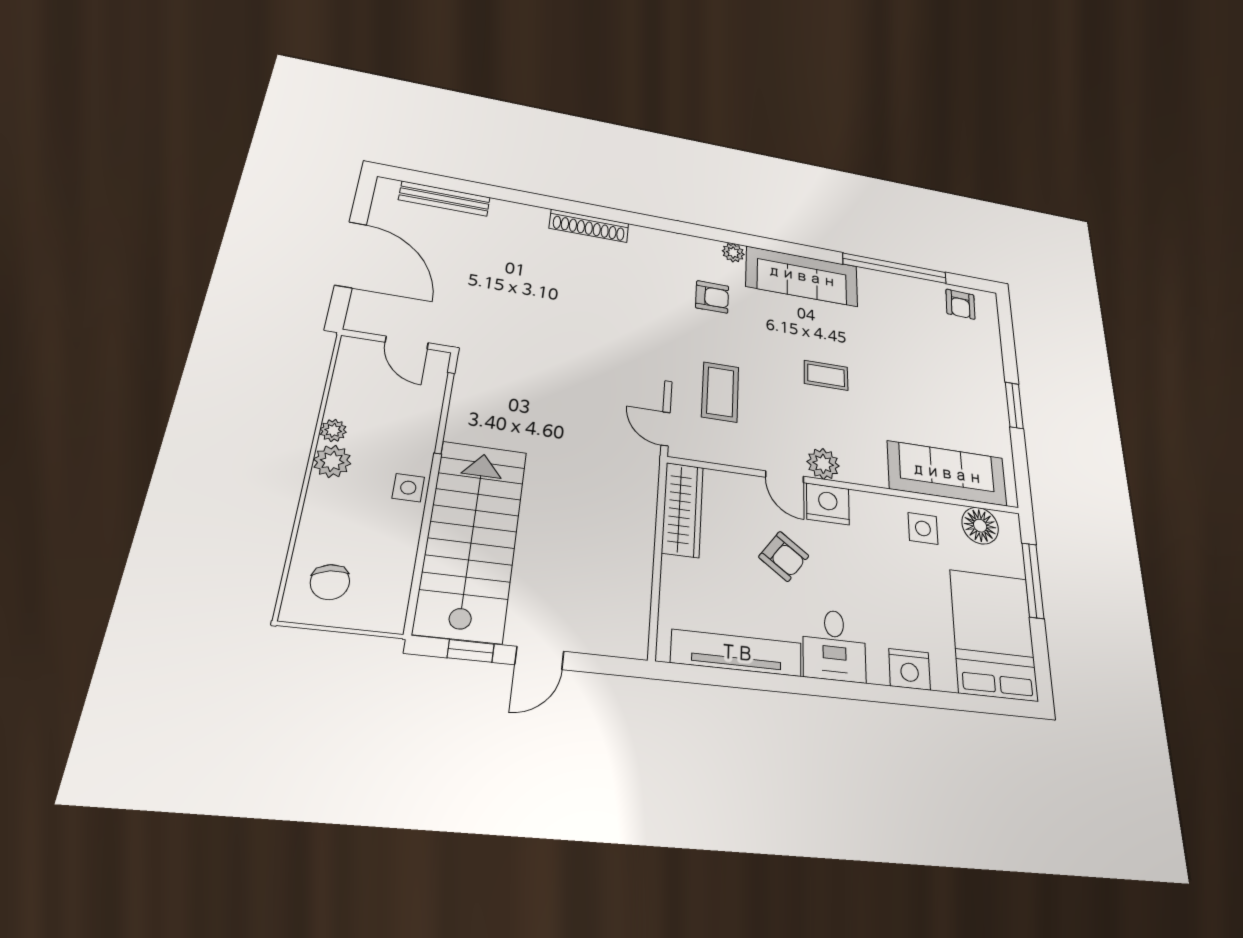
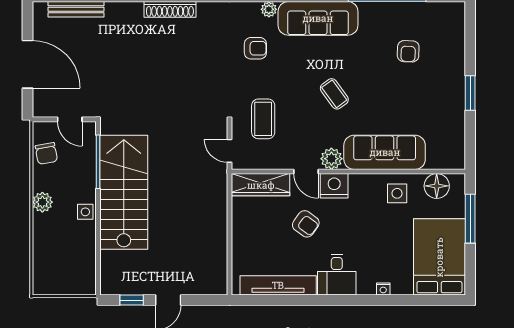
armchair: (960, 304) -> (408, 51), moved
coffee table: (826, 375) -> (334, 94), turned 54
plant: (333, 430) -> (40, 183), removed
sofa: (947, 473) -> (385, 152), moved
wardrobe: (682, 510) -> (261, 185), moved, turned 90
stairs: (472, 539) -> (124, 192), moved
chair: (330, 582) -> (46, 153), moved
nightstand: (909, 669) -> (383, 289), width x0.53, depth x0.56

